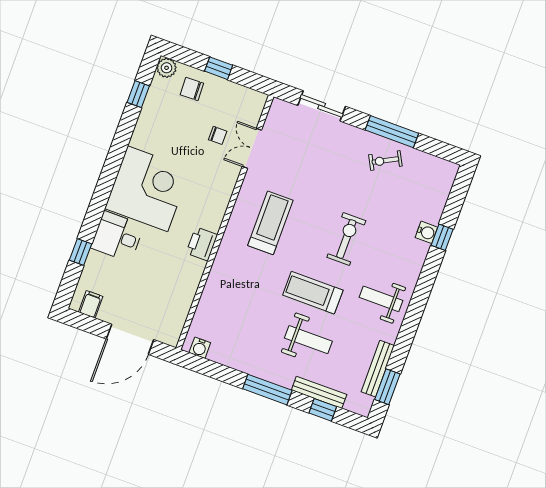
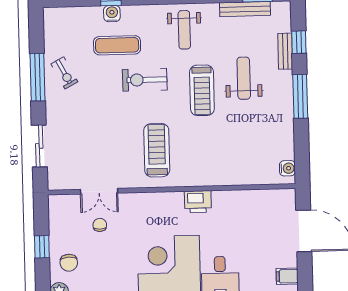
treadmill: (270, 223) -> (157, 150), turned 90
exercise mat: (392, 225) -> (117, 45), added
bench: (319, 392) -> (285, 51), width x0.73

